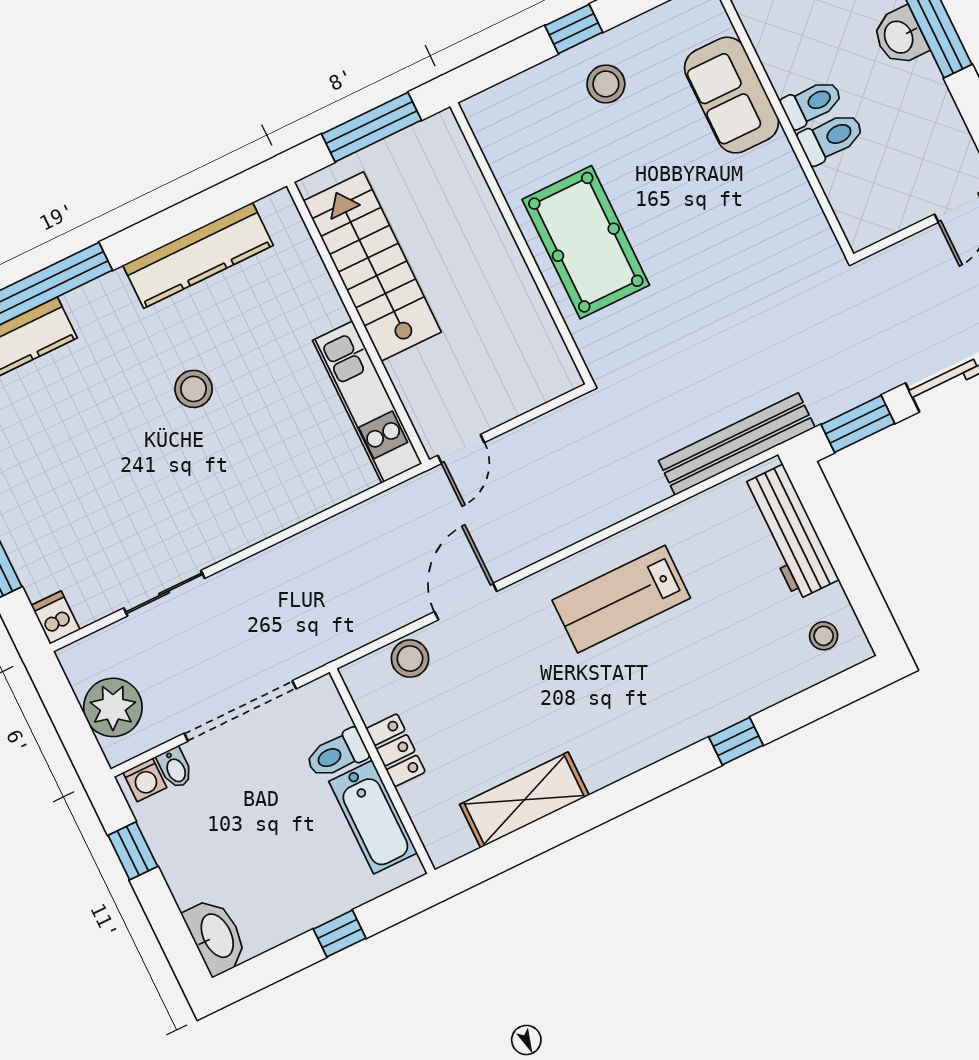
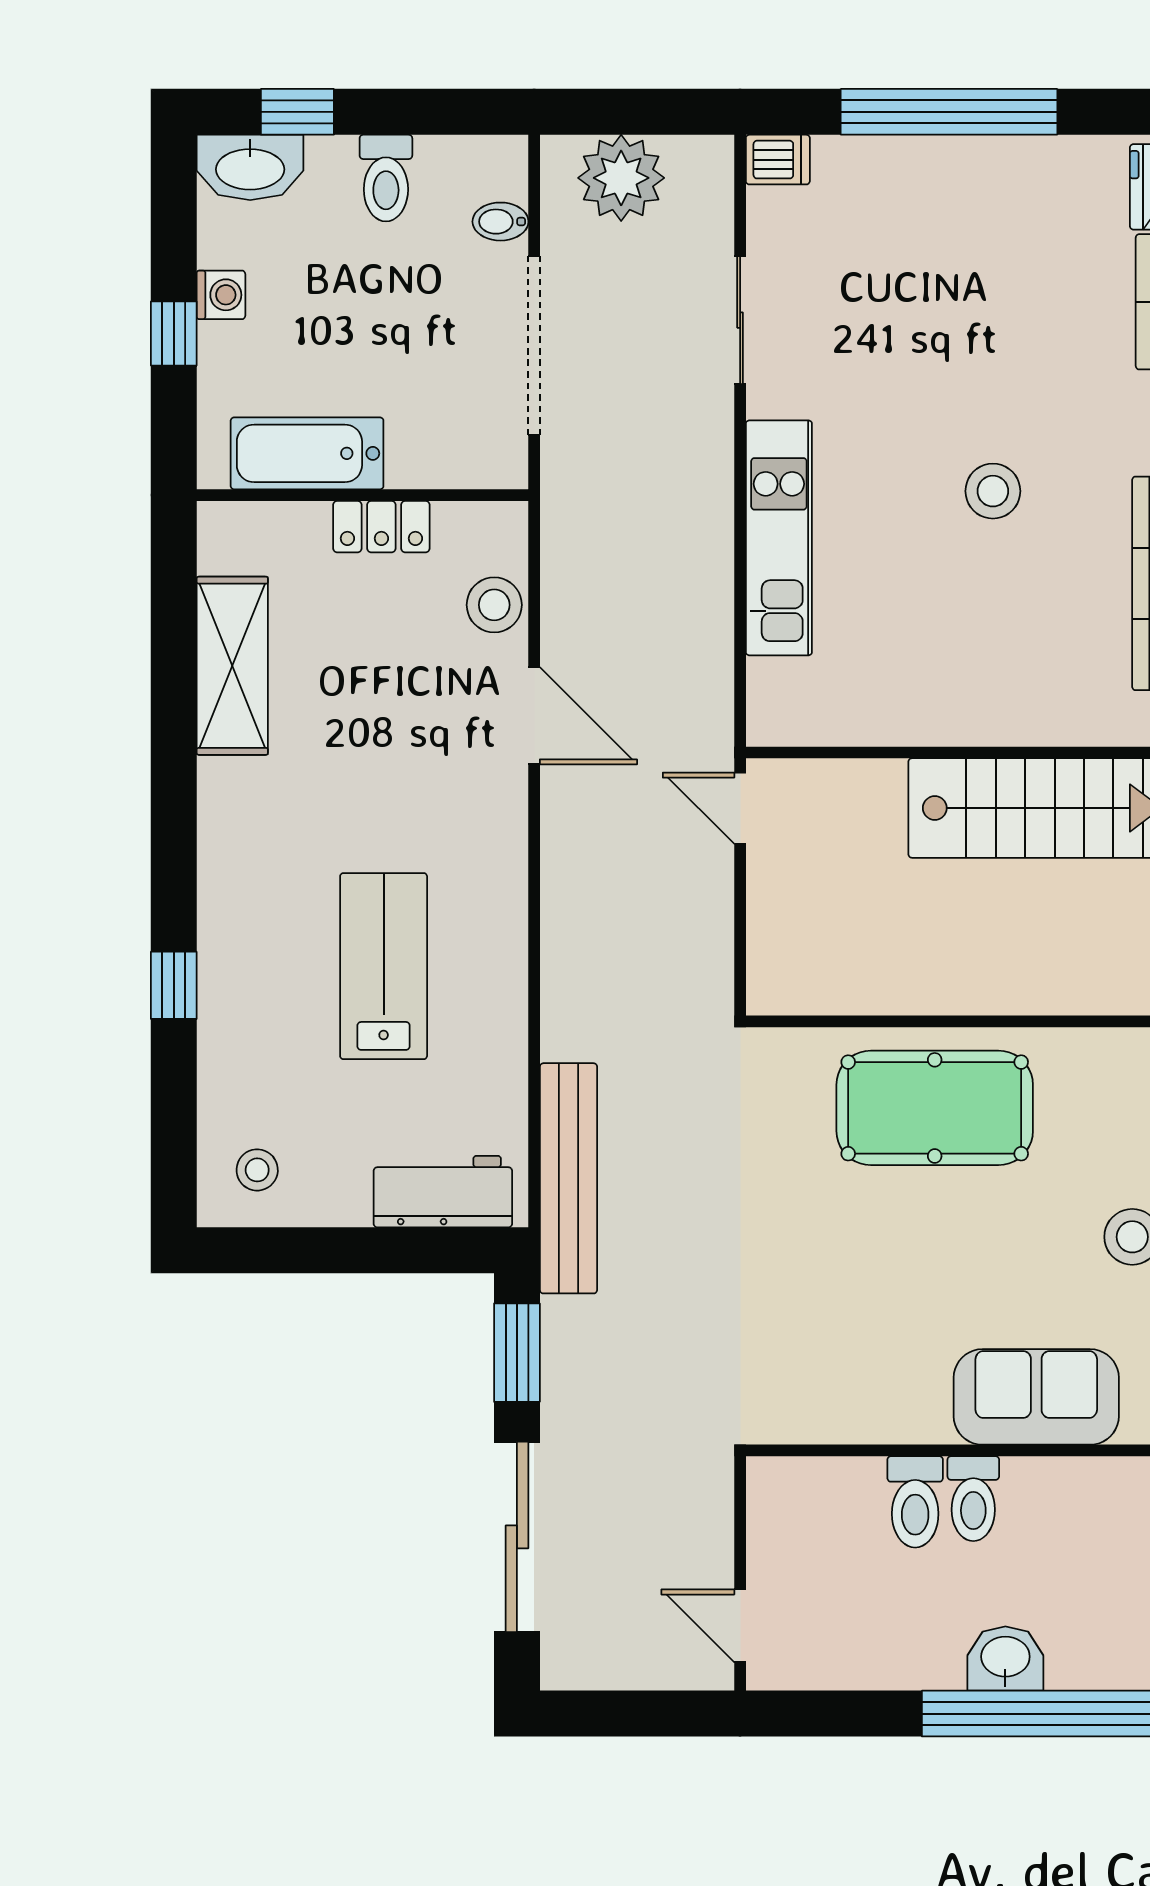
kitchen unit: (367, 402) -> (779, 538), moved, turned 90
workbench: (790, 532) -> (443, 1192), width x0.73
lab bench: (621, 599) -> (384, 966), moved
toilet: (337, 754) -> (386, 178), moved, turned 180
washing machine: (145, 780) -> (221, 295), moved, turned 180
window: (133, 851) -> (297, 112), moved

